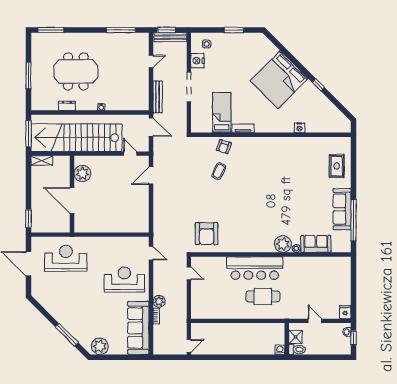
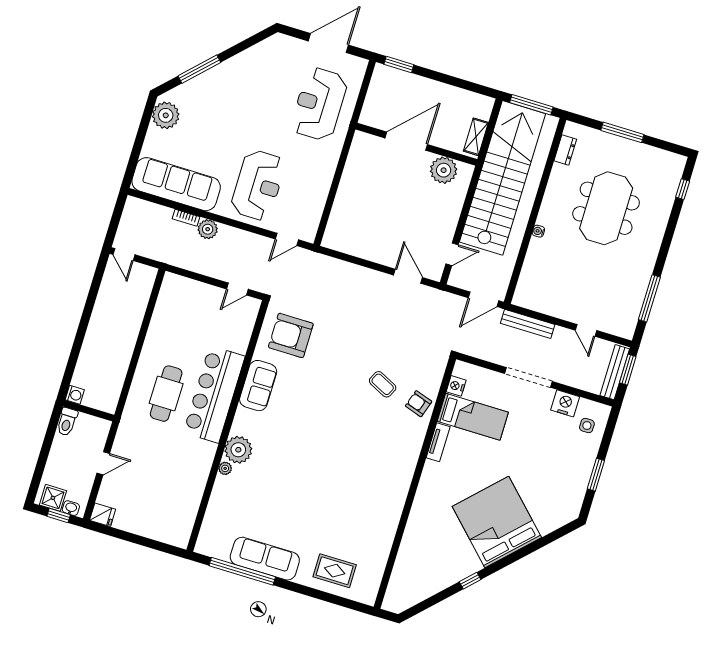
window: (51, 30) -> (683, 189), width x0.46
dresser: (67, 106) -> (565, 150), moved
nightstand: (299, 128) -> (456, 386), moved
shelving: (42, 161) -> (476, 137), moved
sofa: (316, 244) -> (258, 386), moved
reception desk: (66, 258) -> (319, 104), turned 180
shower: (295, 337) -> (53, 498), moved

